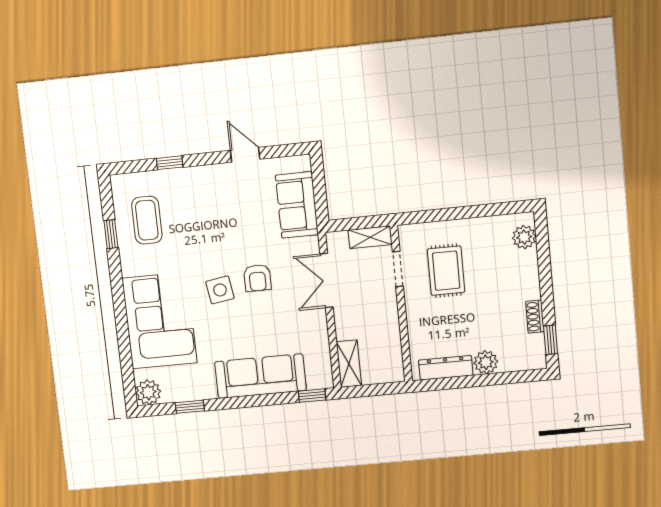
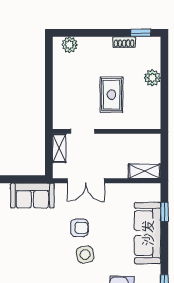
rug: (446, 271) -> (112, 95), moved, turned 90
dresser: (446, 368) -> (153, 105), removed
window: (312, 396) -> (164, 212), moved

